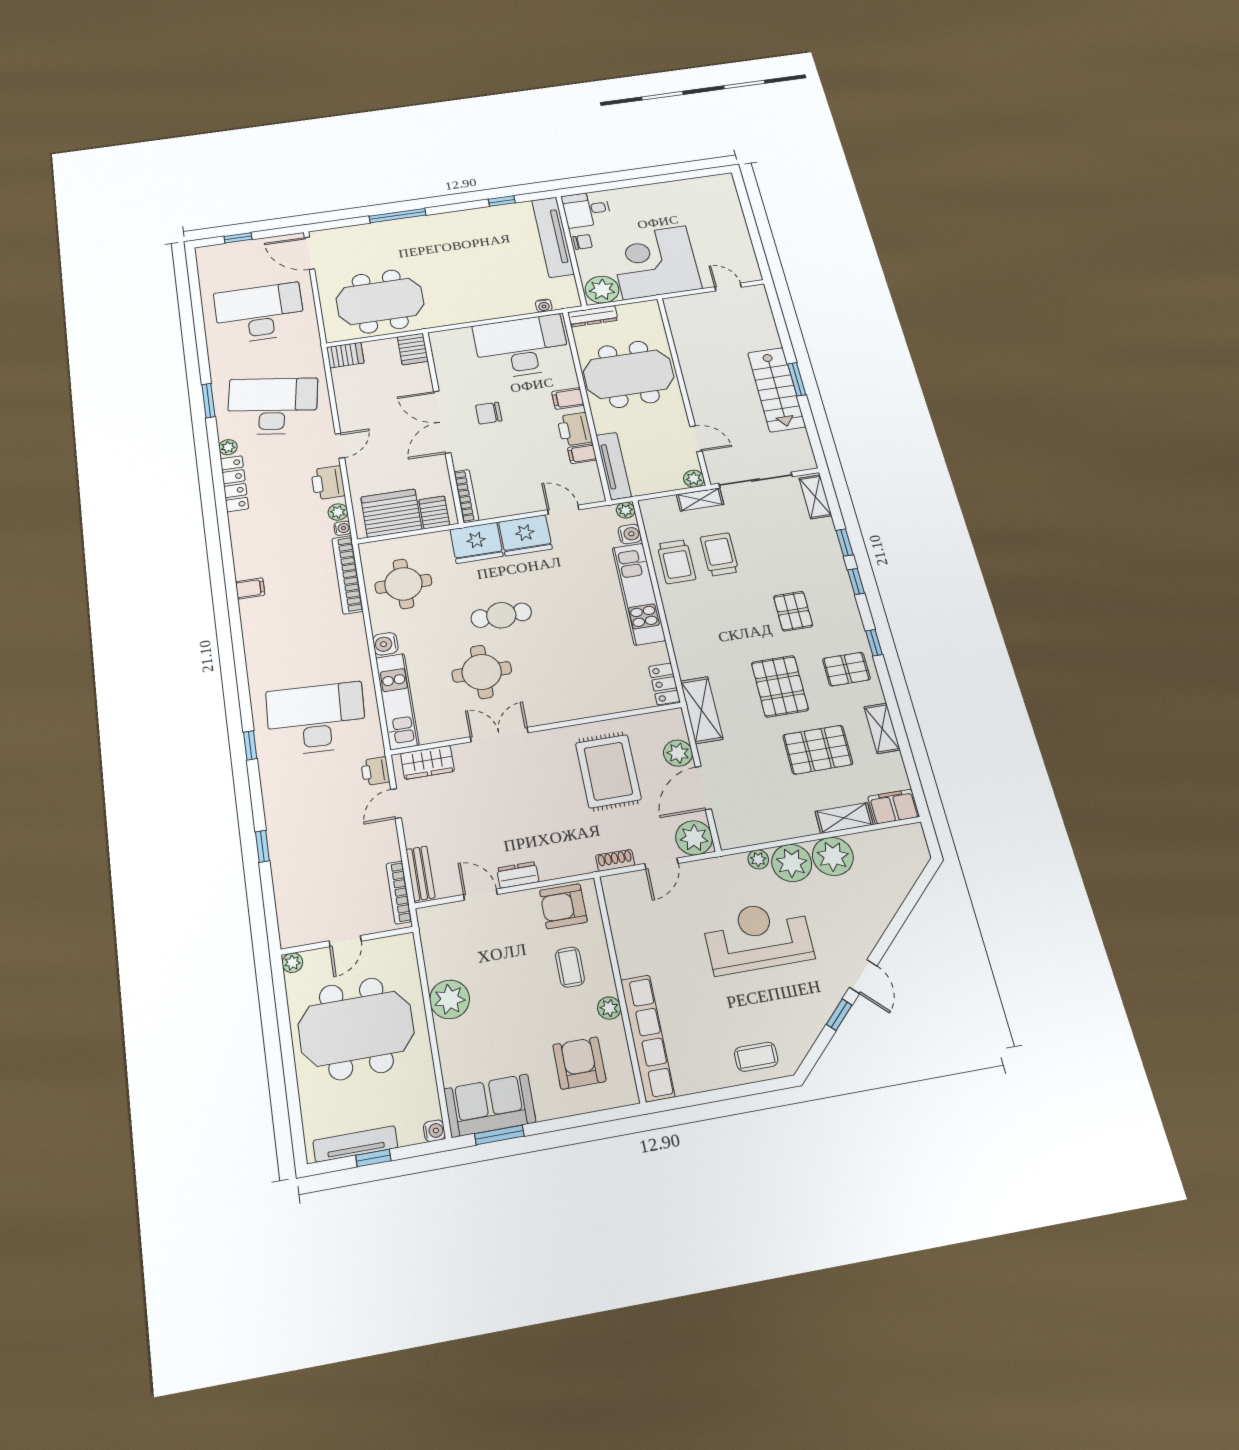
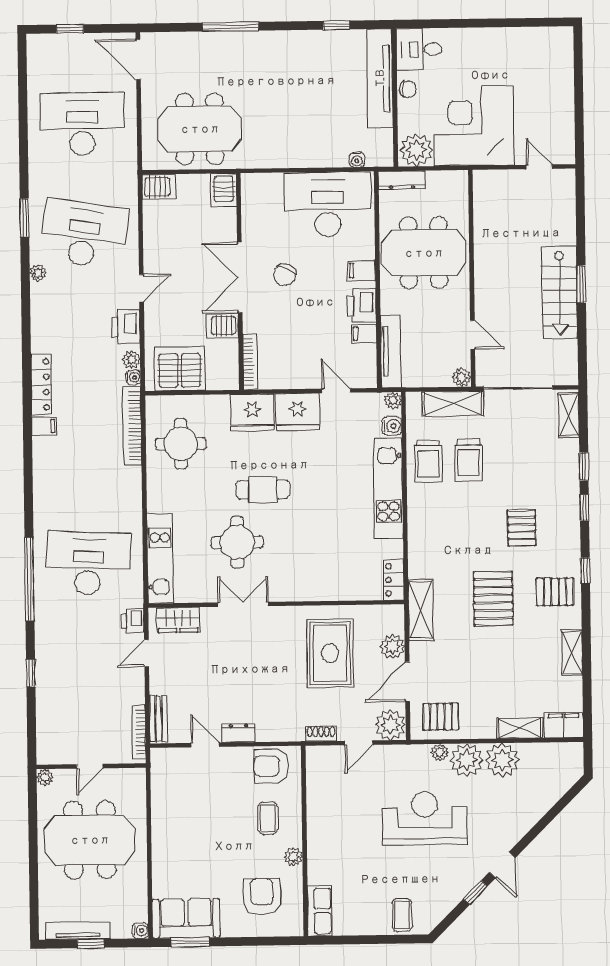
chair: (489, 413) -> (285, 275), turned -67
locker: (234, 484) -> (41, 384), moved
shelving: (700, 499) -> (453, 404), width x1.50, depth x1.33
server rack: (434, 512) -> (222, 326), moved, turned -90
trolley: (720, 554) -> (469, 460), turned 180
water cooler: (385, 644) -> (157, 501), removed
window: (250, 745) -> (29, 579), width x3.17
pallet: (818, 750) -> (441, 717), moved, width x0.67, depth x0.71
plant: (450, 999) -> (167, 829), removed
row of seats: (648, 1038) -> (320, 911), width x0.50
coffee table: (756, 1057) -> (402, 915), turned 90

